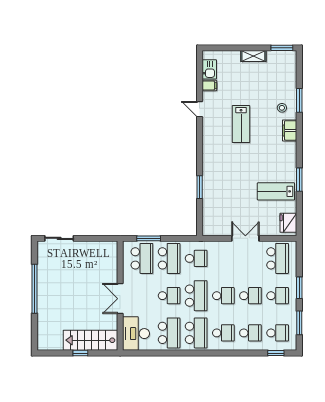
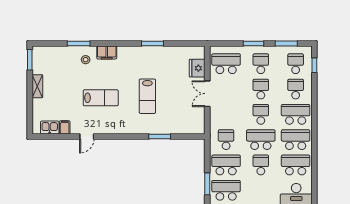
lab bench: (276, 191) -> (147, 96), moved
fridge: (288, 223) -> (197, 68), moved, turned 90
school desk: (223, 333) -> (296, 114), width x1.85

